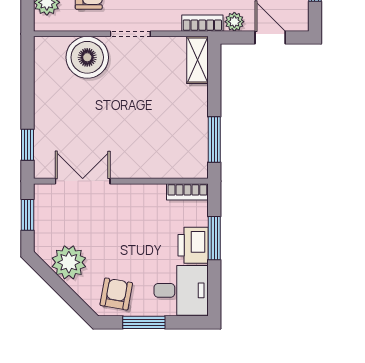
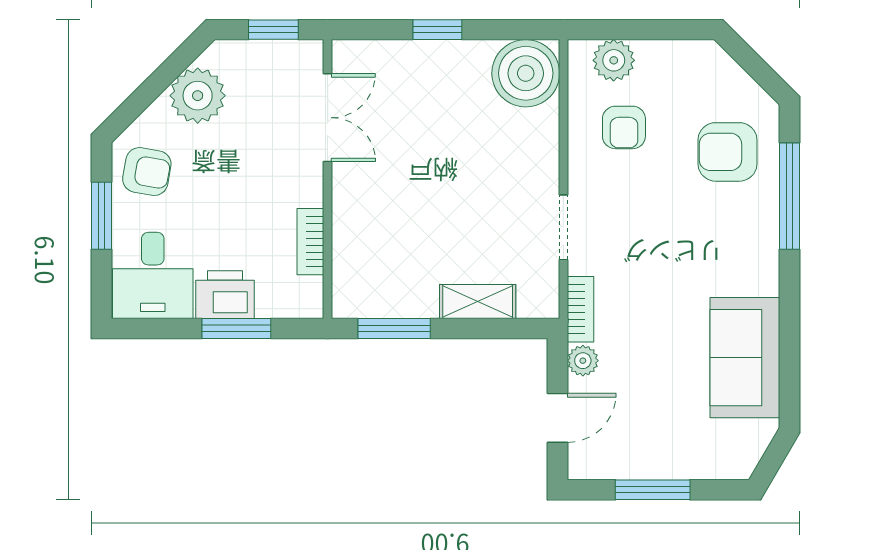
doorway: (130, 34) -> (563, 227), moved
boiler: (87, 57) -> (526, 73), moved
shelving: (197, 60) -> (478, 302), moved
window: (28, 145) -> (437, 30), moved
bookcase: (187, 192) -> (310, 242), moved

